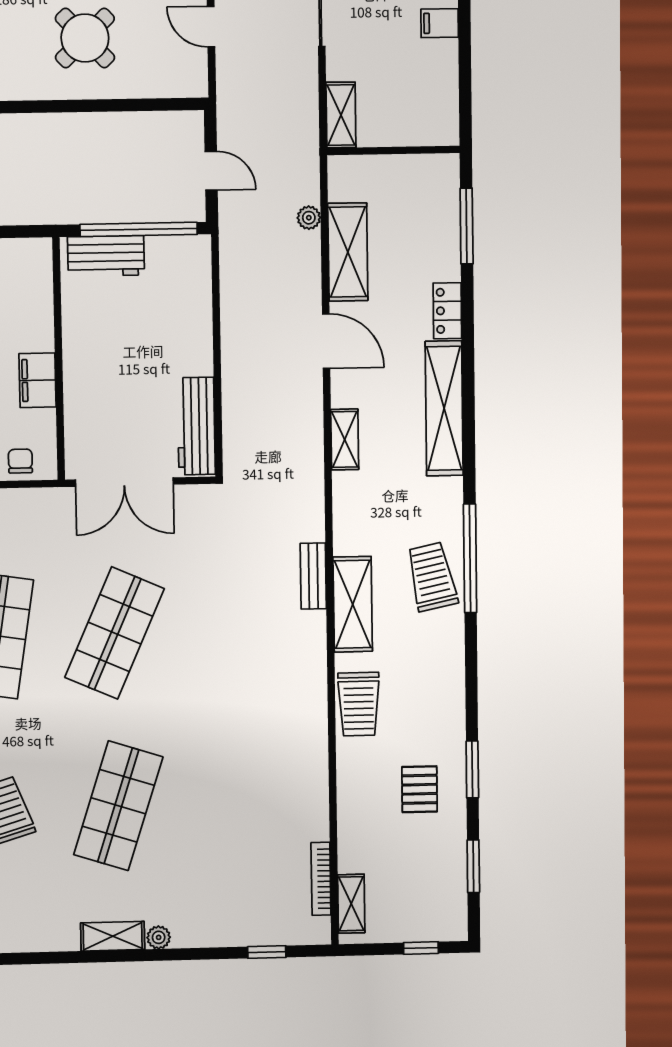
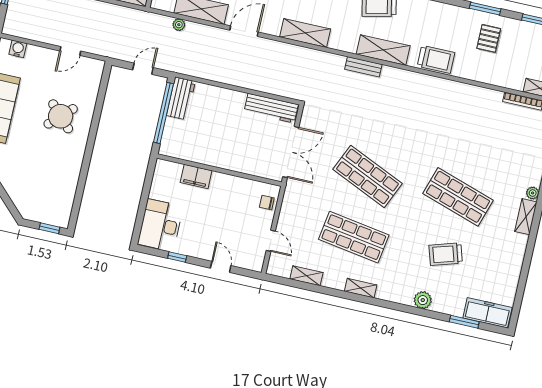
workbench: (106, 256) -> (181, 98), moved
filing cabinet: (37, 380) -> (196, 176), moved
shelving: (345, 439) -> (305, 33), width x1.50, depth x1.33
pallet: (420, 789) -> (489, 38), turned 90

